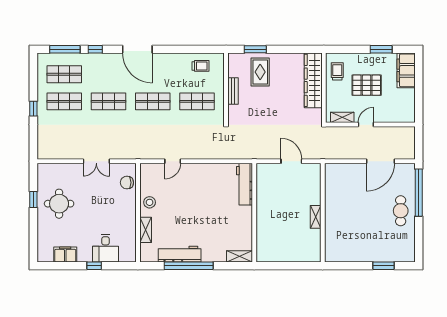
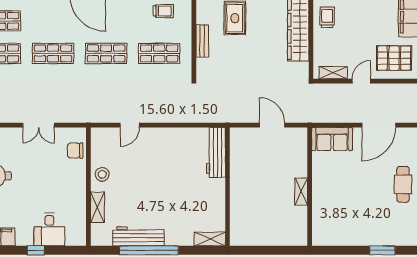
pallet: (367, 85) -> (394, 58), moved
sofa: (341, 173) -> (332, 139), added

